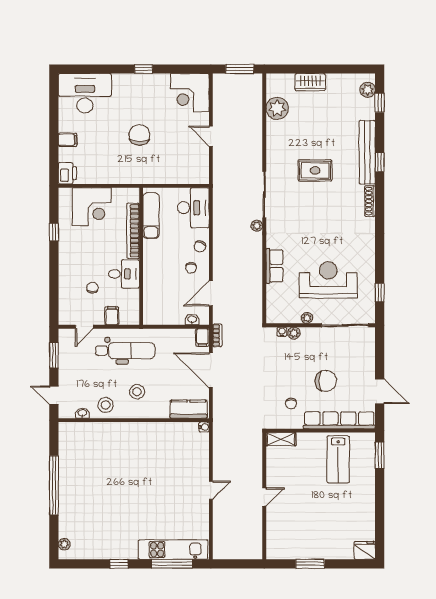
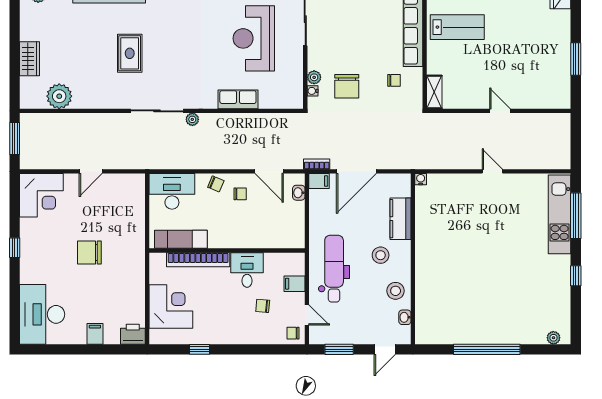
chair: (68, 314) -> (293, 333), added
plant: (307, 318) -> (297, 62), removed
chair: (326, 381) -> (347, 86), moved, turned 180
kitchen counter: (188, 409) -> (400, 219), moved

